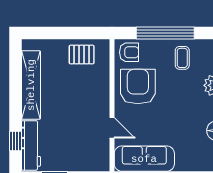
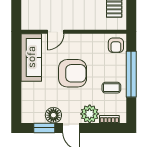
armchair: (138, 87) -> (73, 73), moved

